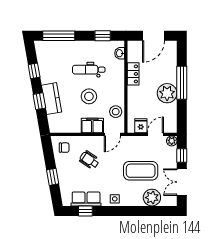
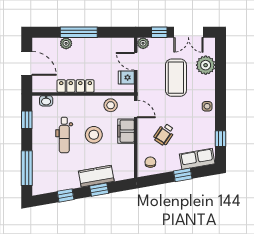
locker: (133, 74) -> (76, 86), width x1.53
plant: (167, 93) -> (66, 43), moved, width x0.53, depth x0.53
row of seats: (86, 199) -> (197, 159), moved, turned 80

